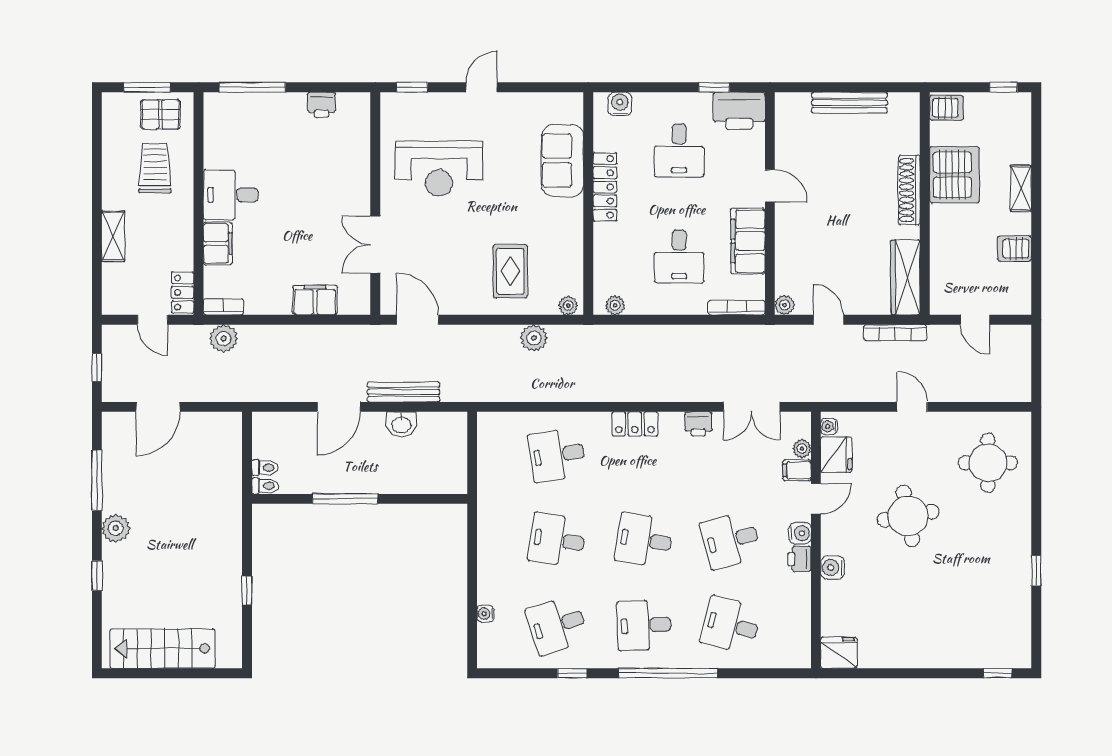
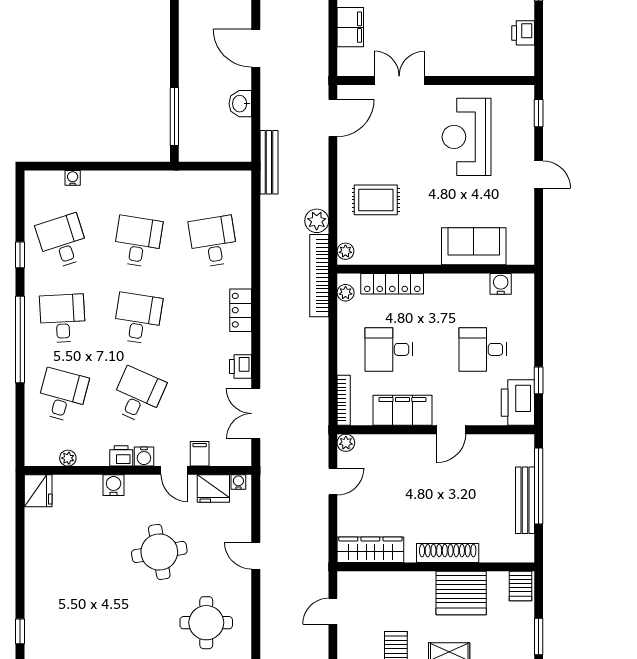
window: (834, 87) -> (539, 486), added
window: (1003, 87) -> (539, 636), width x1.50
water cooler: (620, 104) -> (501, 284), moved, turned -90
locker: (605, 187) -> (392, 284), moved
bookcase: (895, 333) -> (319, 276), moved, width x1.48, depth x1.31
bench: (404, 392) -> (269, 162), moved
door: (912, 407) -> (256, 556), swing flipped
plant: (802, 449) -> (68, 458), moved
window: (345, 499) -> (174, 117), moved
desk: (731, 540) -> (138, 395), turned 39

